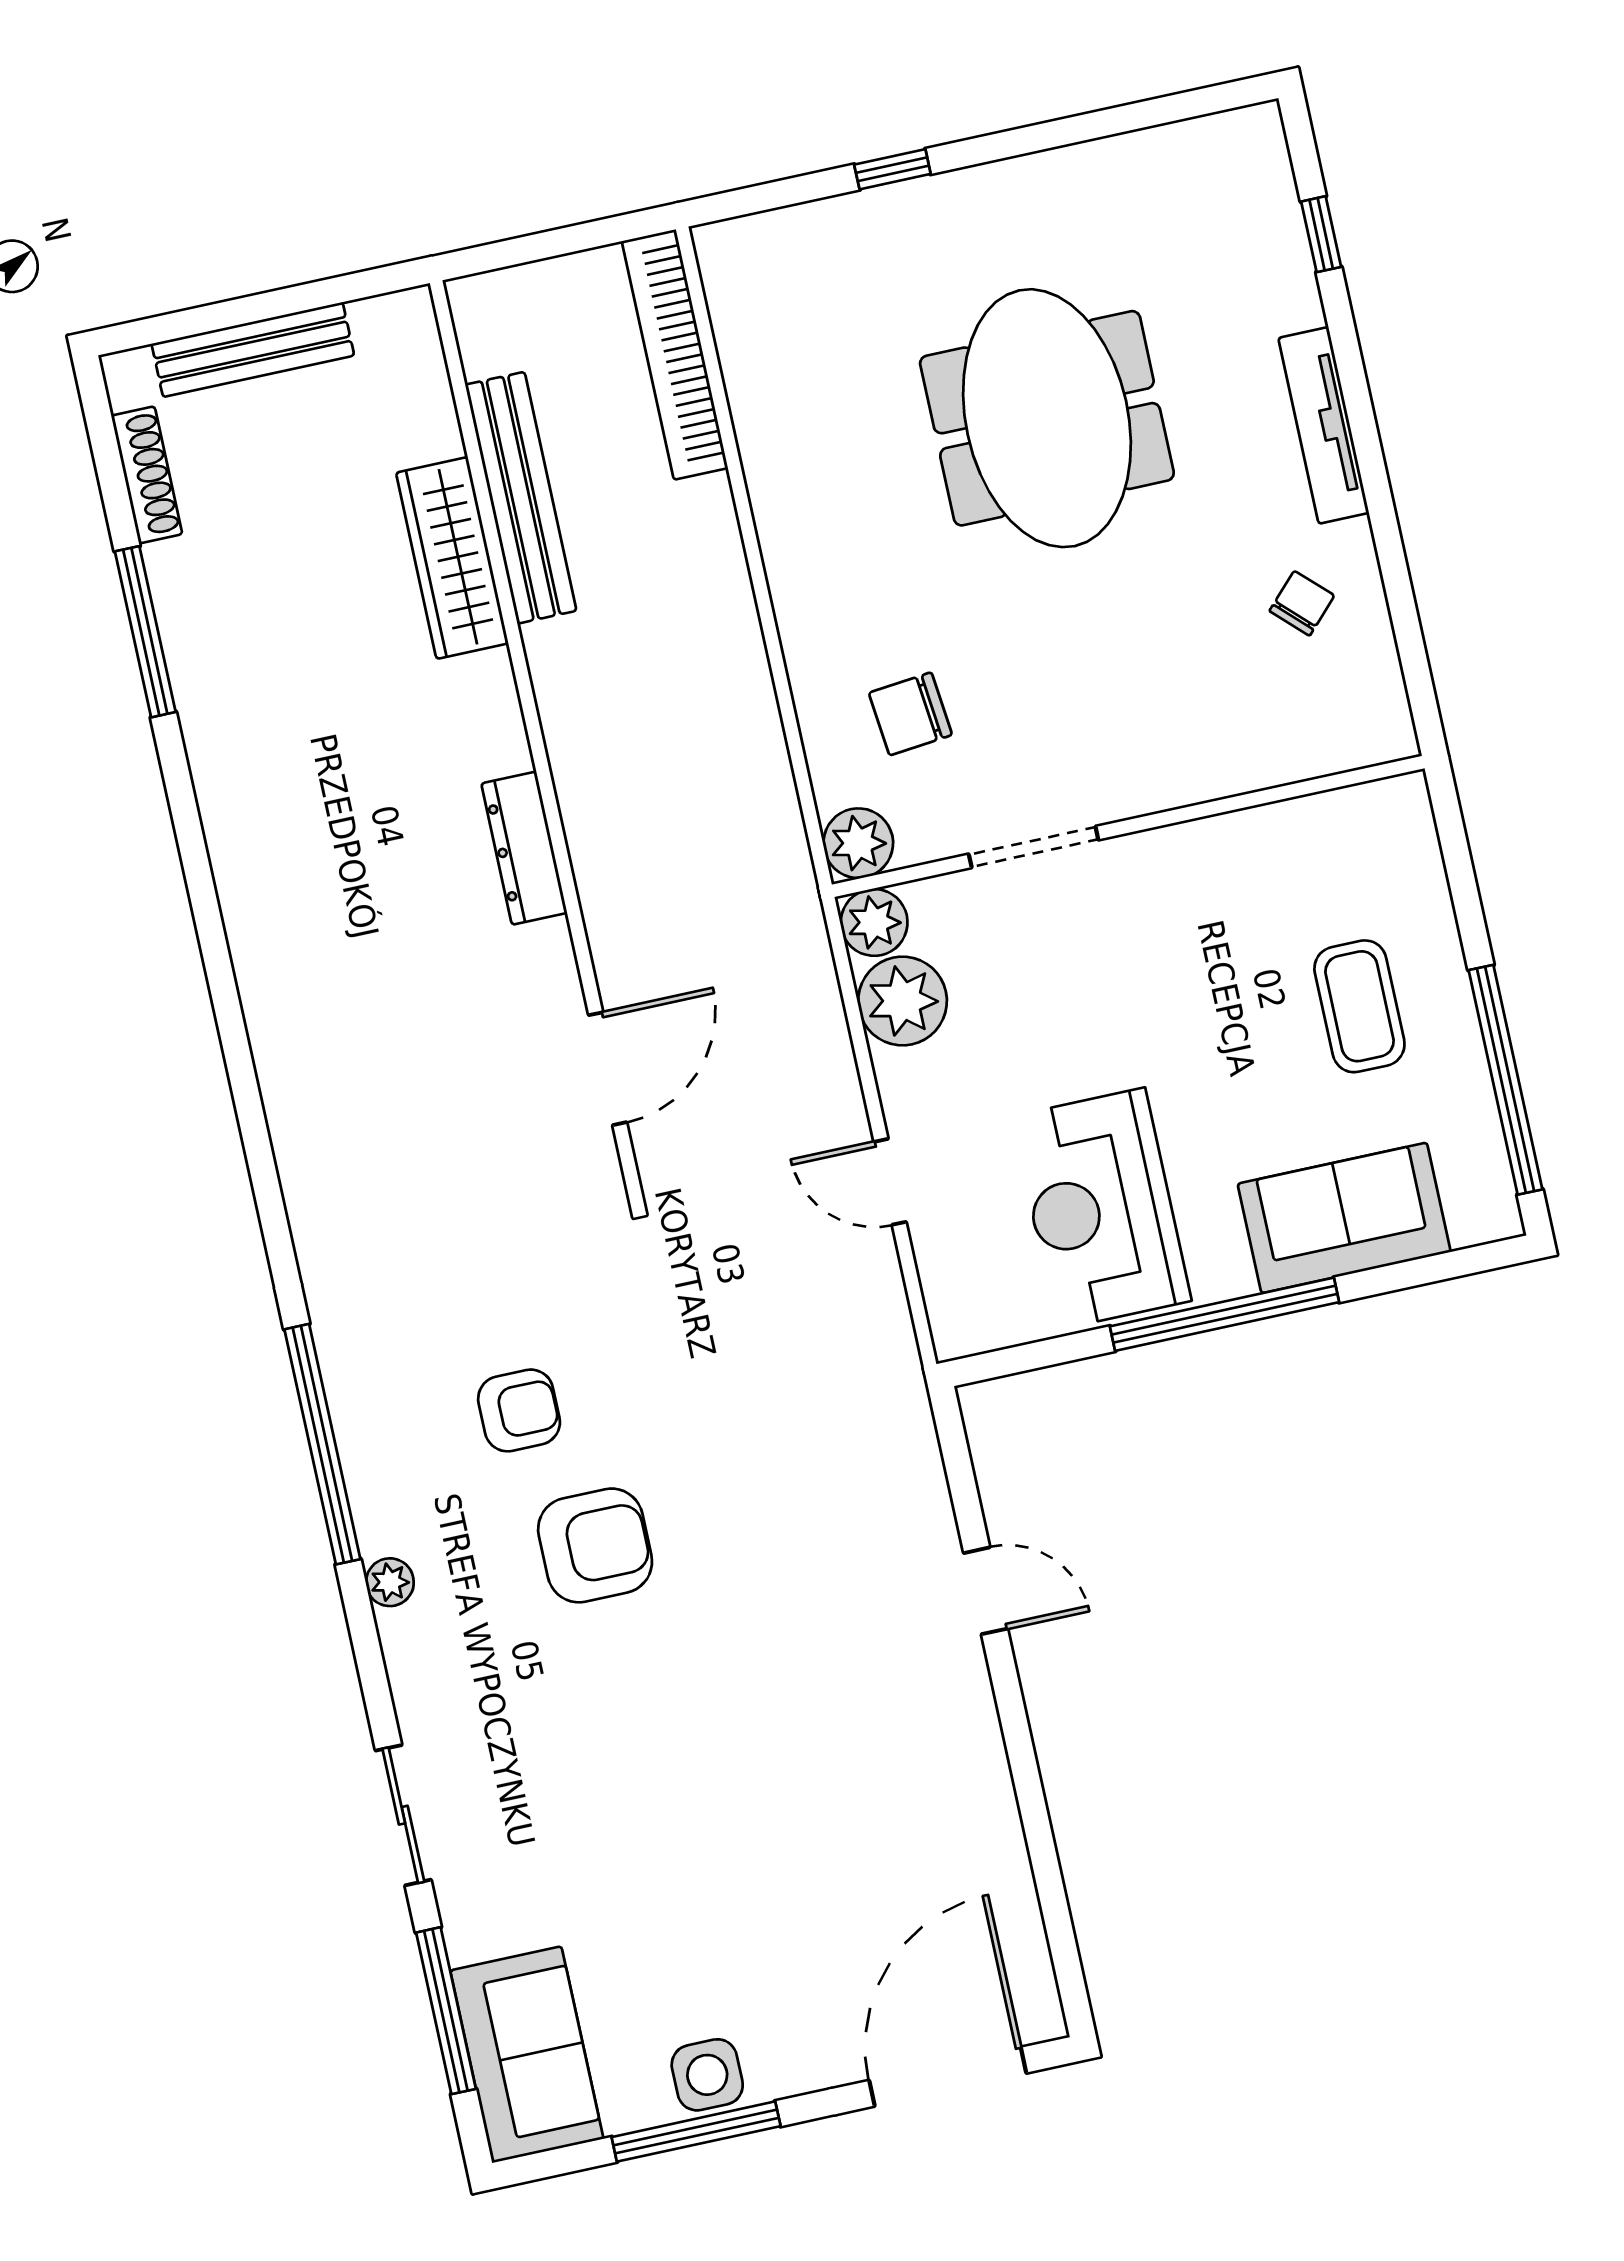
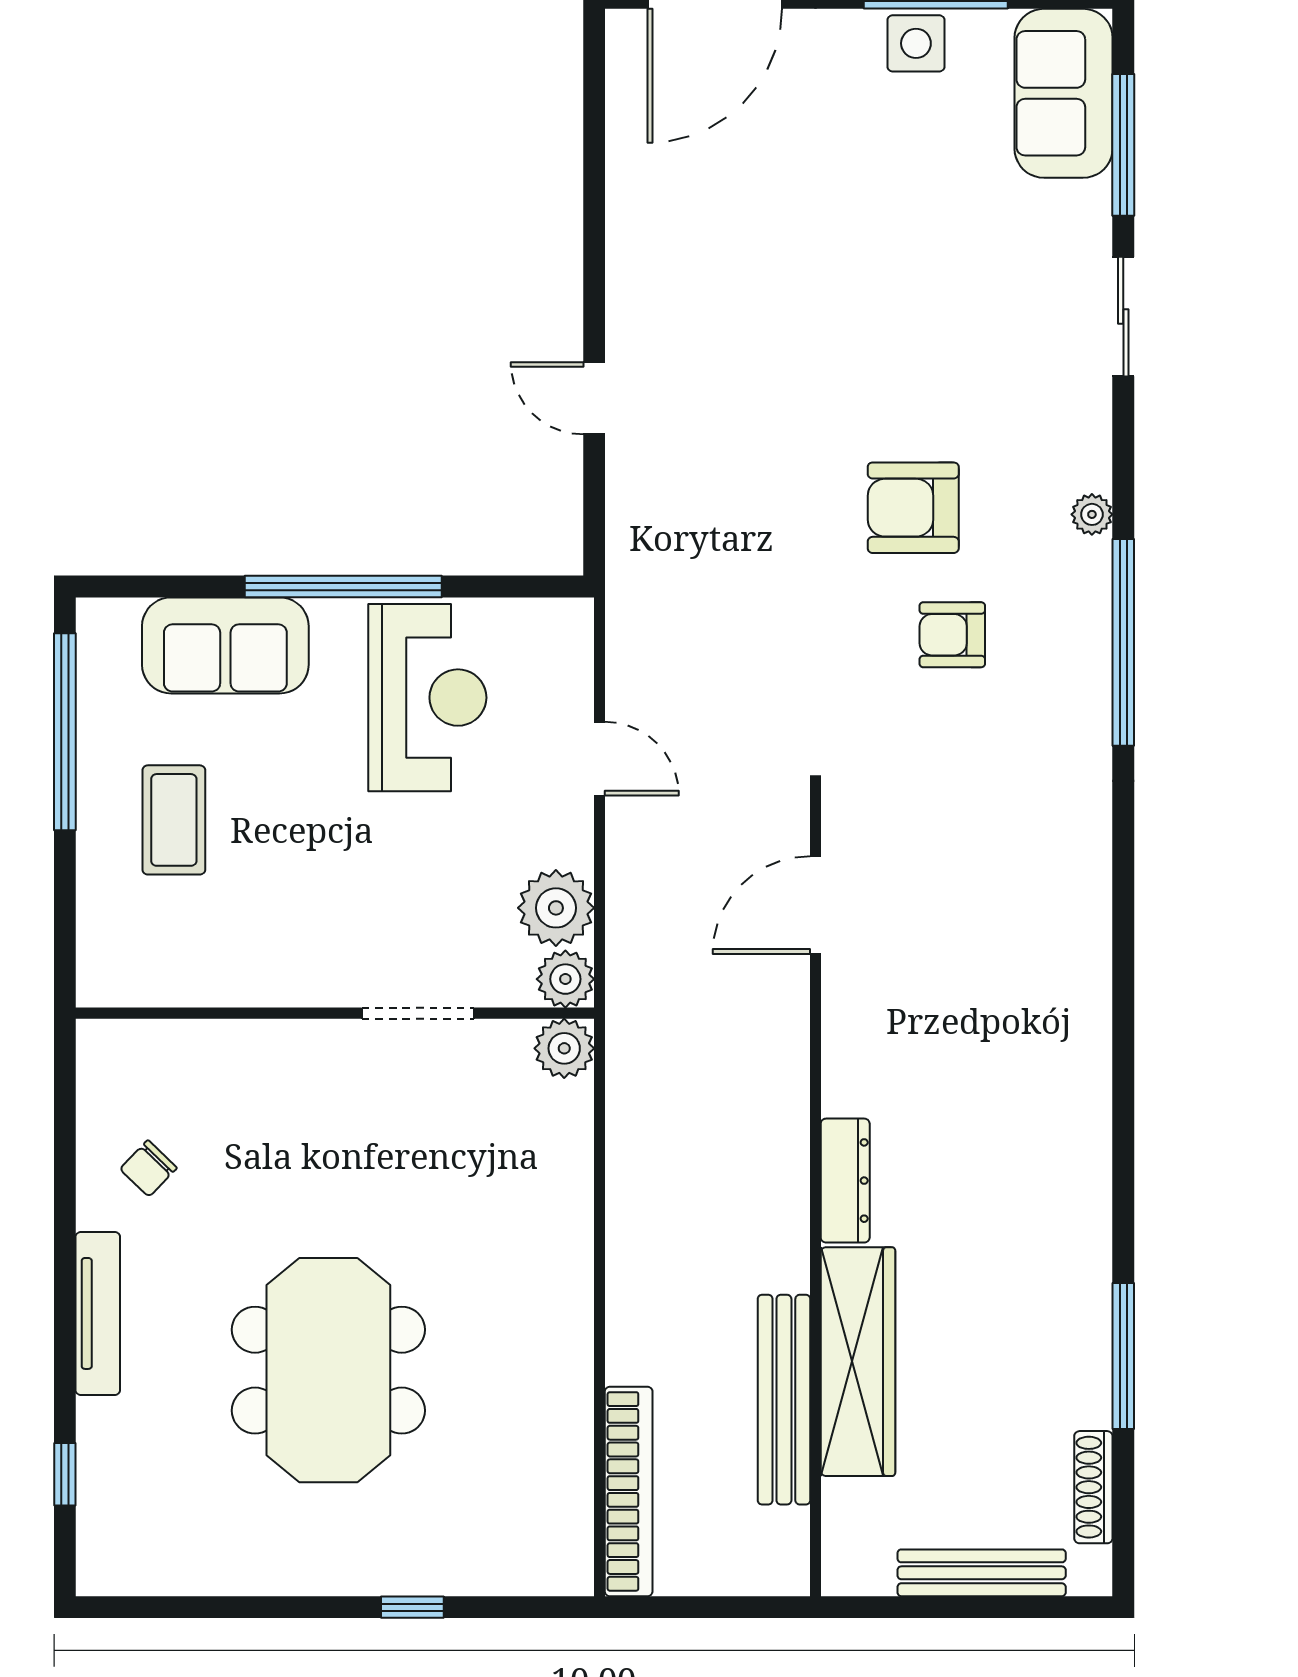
wardrobe: (452, 558) -> (858, 1362), width x1.40, depth x1.17
chair: (910, 714) -> (497, 1147), removed
dresser: (524, 848) -> (845, 1181), moved

